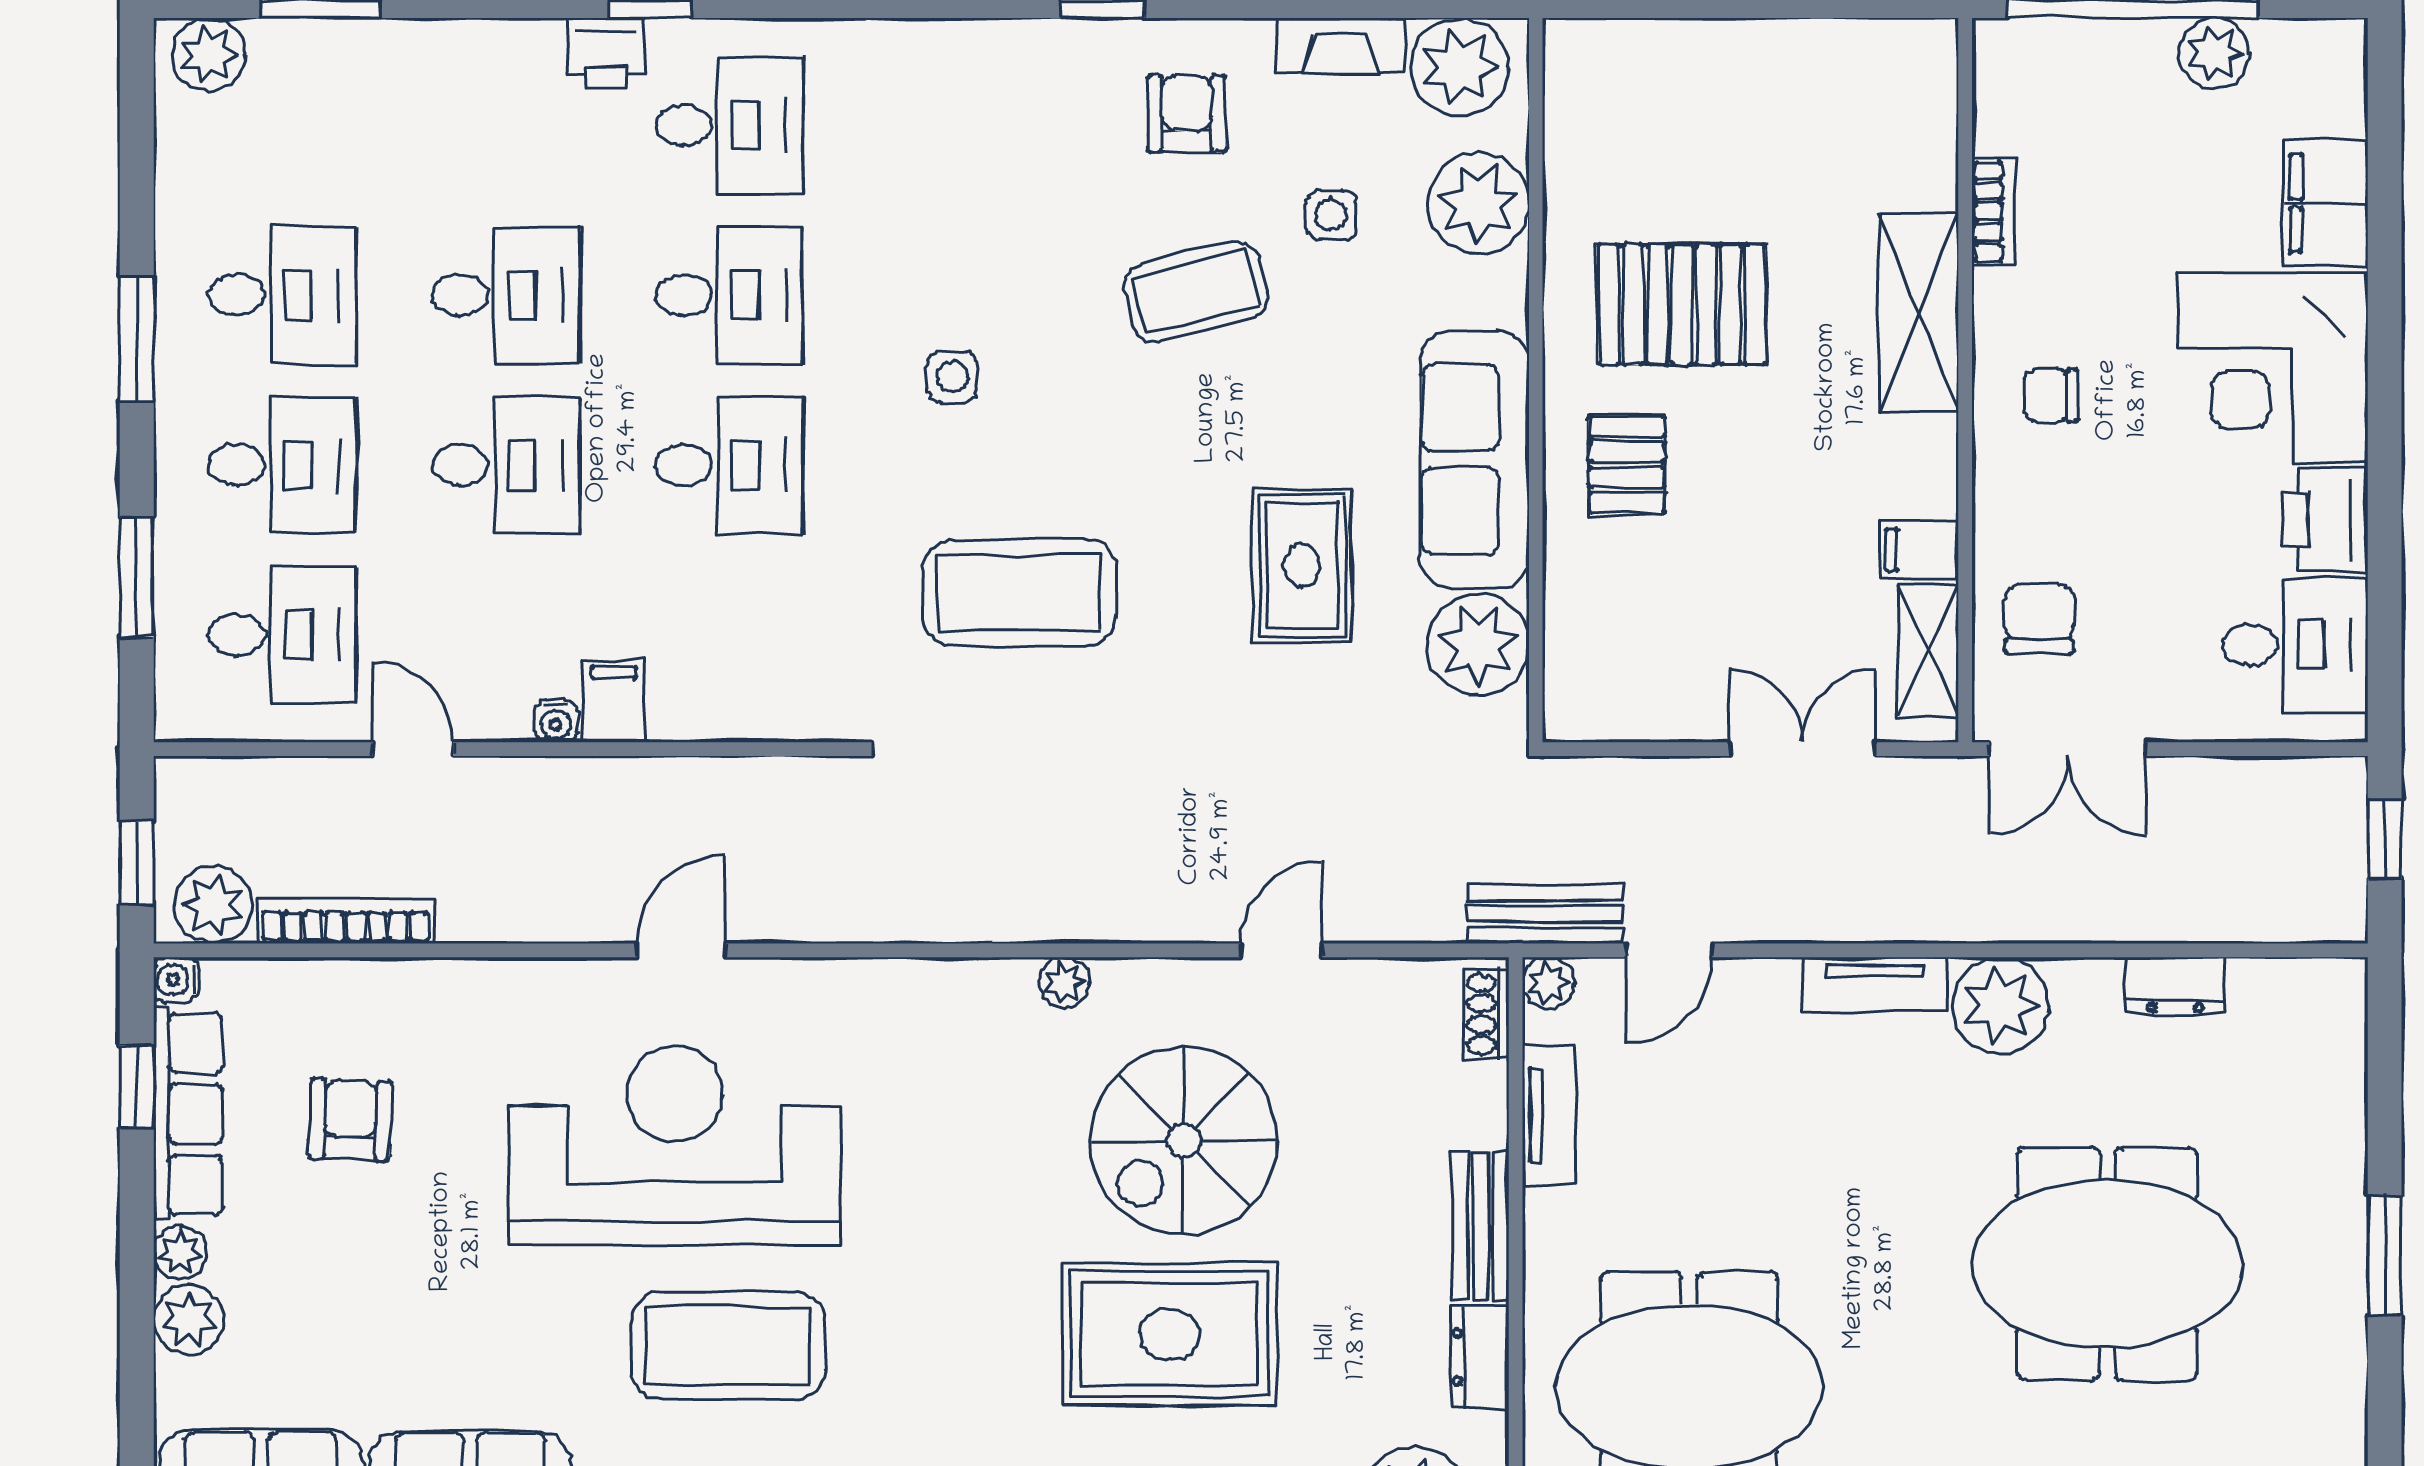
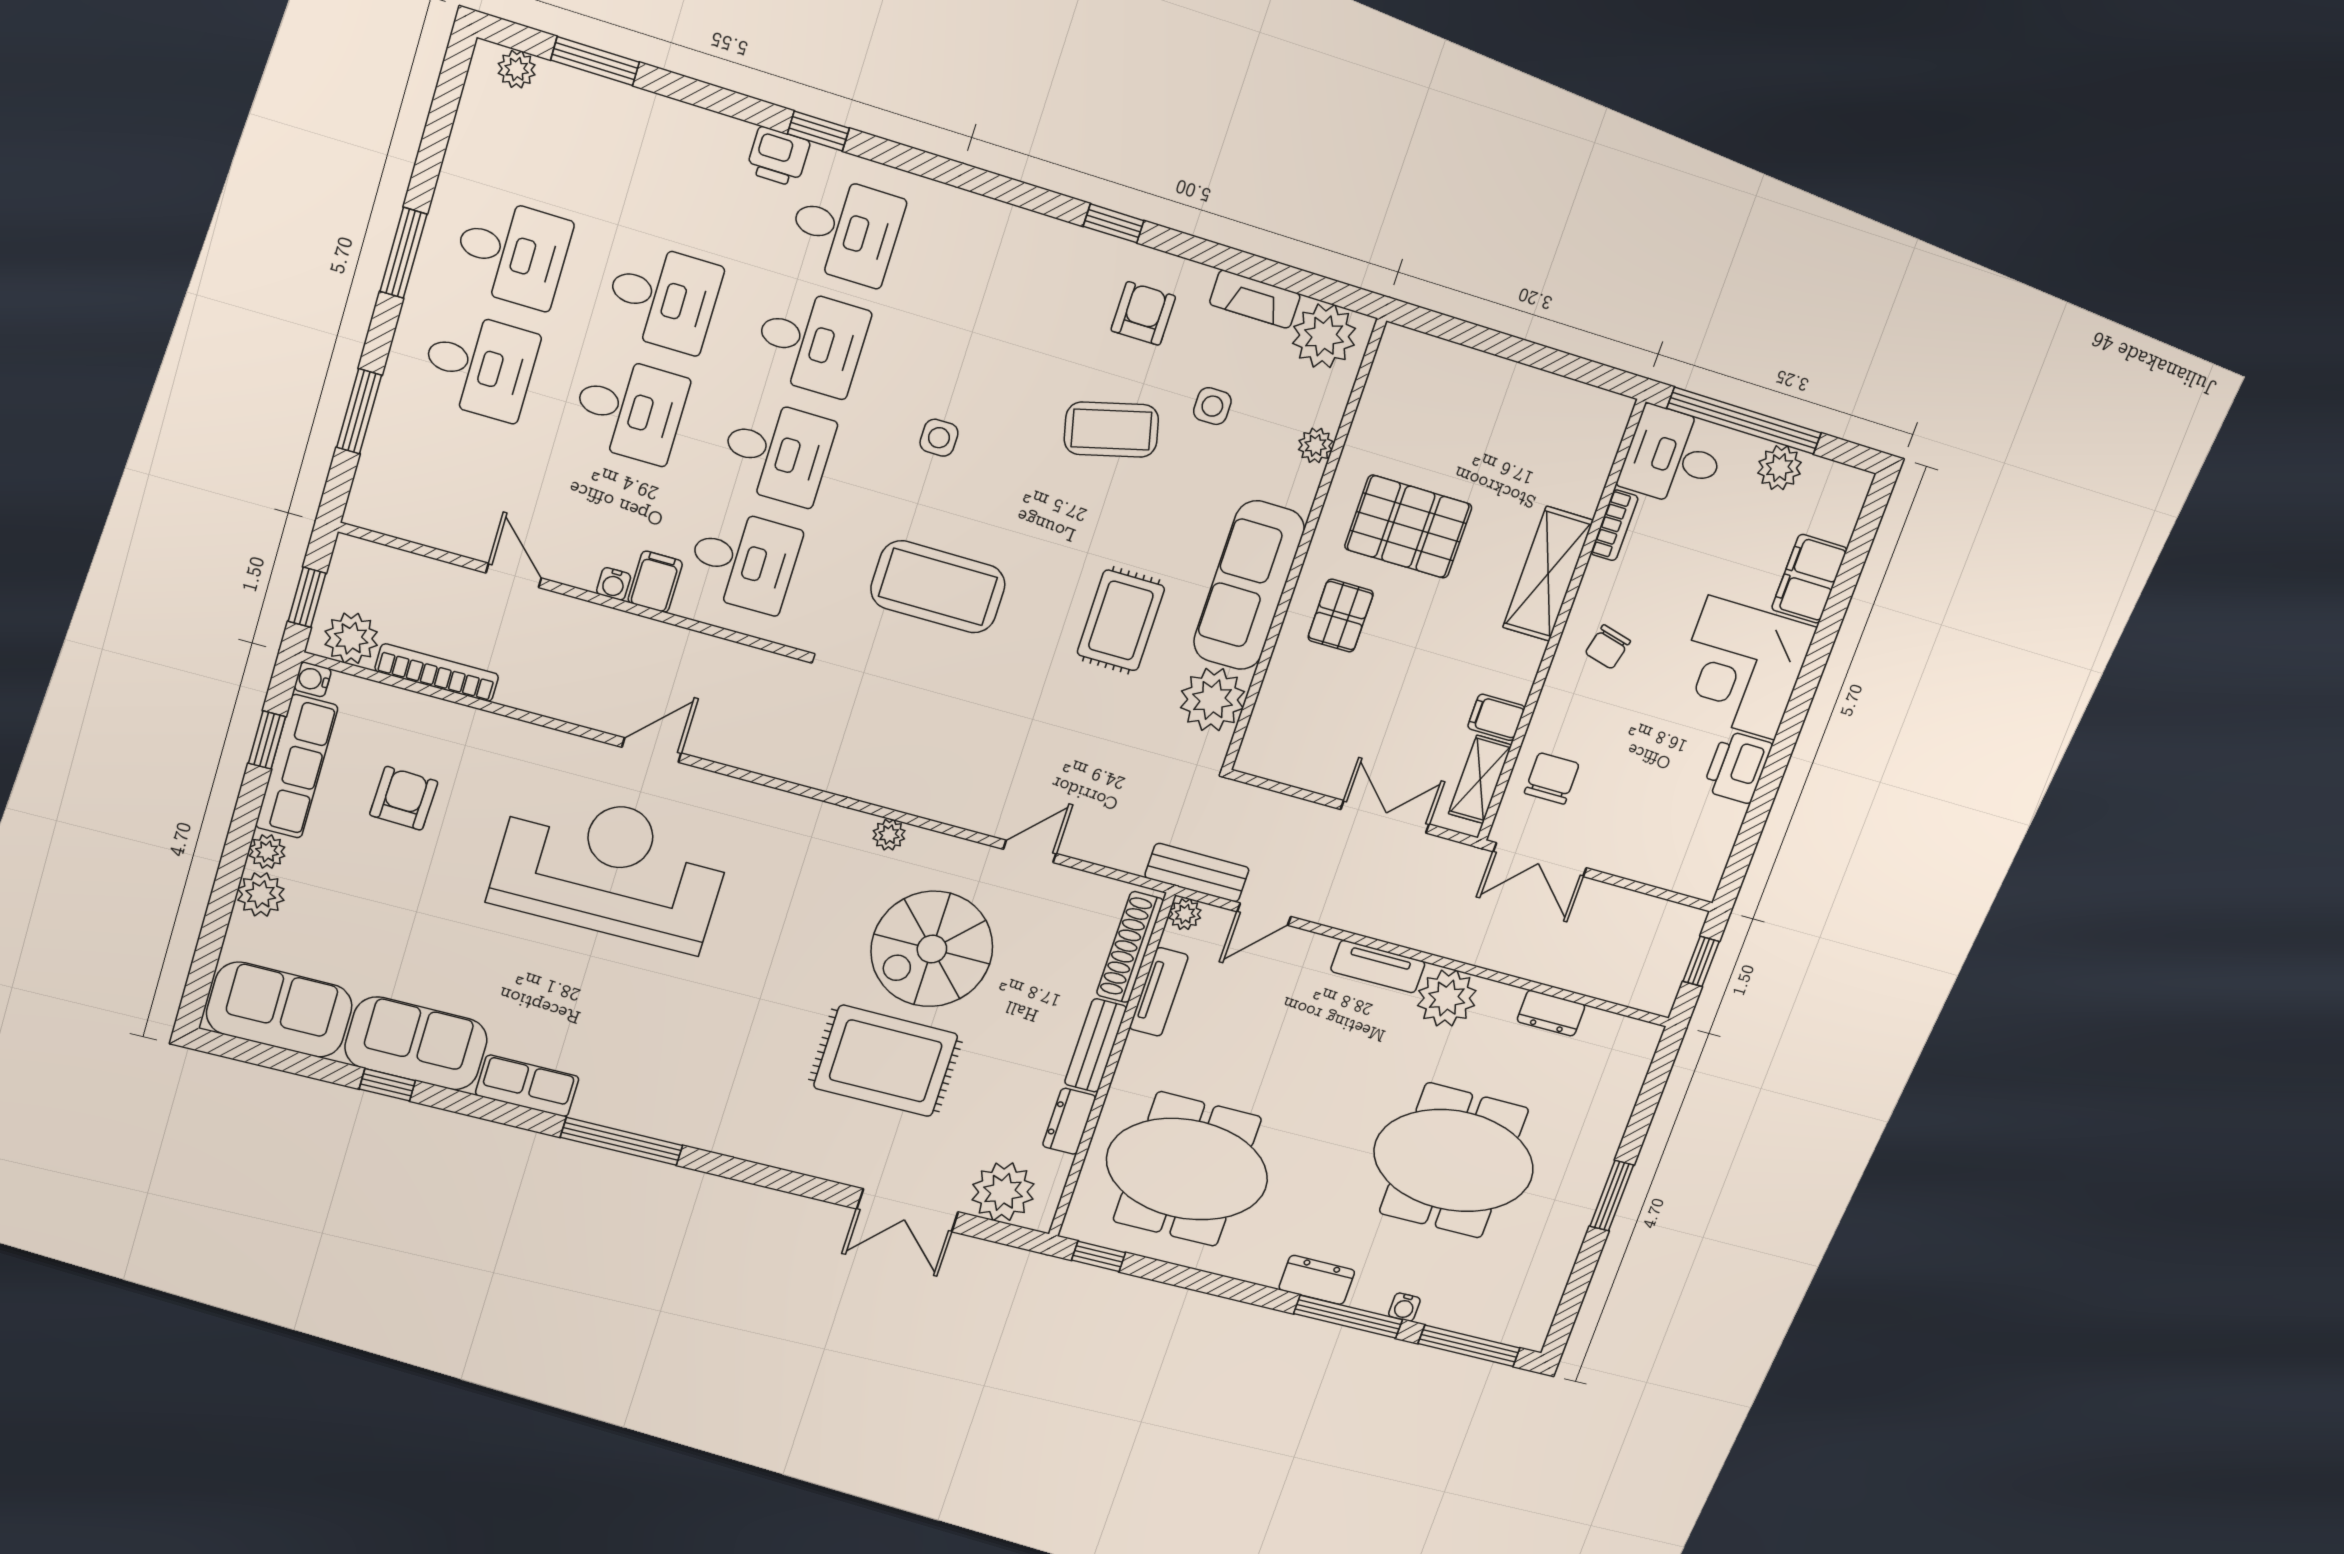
plant: (209, 54) -> (517, 69), width x0.73, depth x0.73
plant: (1478, 203) -> (1316, 445), width x0.53, depth x0.53
chair: (2051, 395) -> (1608, 647), turned -76
desk: (282, 635) -> (744, 561), moved
desk: (2295, 645) -> (1673, 457), moved, turned 180
shoe rack: (1487, 1014) -> (1130, 947), width x1.94, depth x1.24
coffee table: (728, 1346) -> (608, 999), removed

